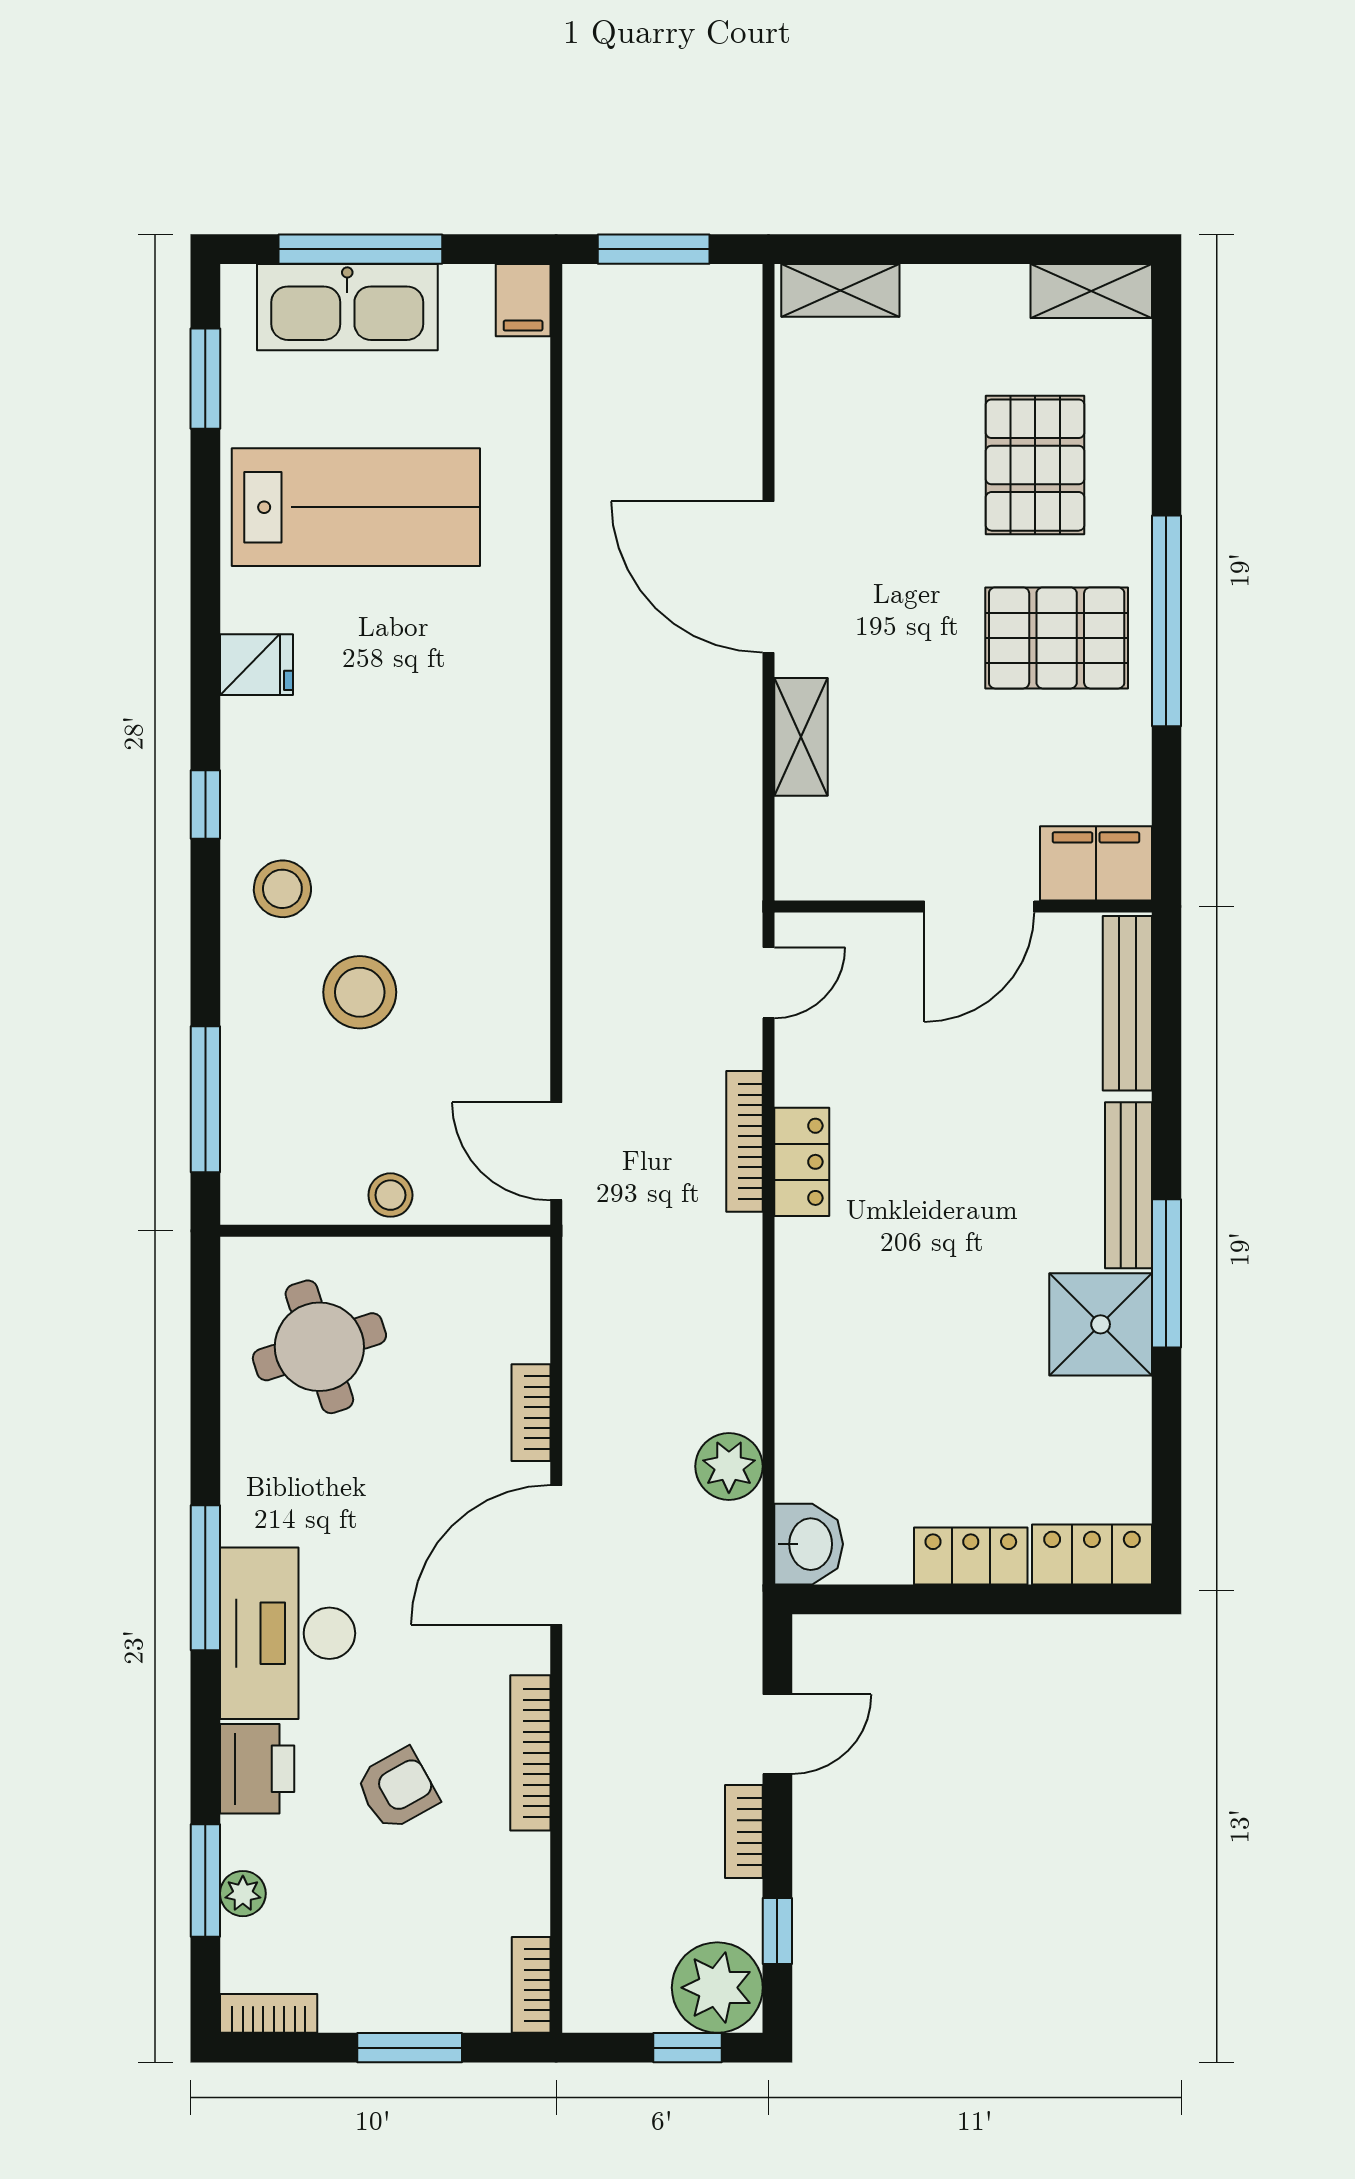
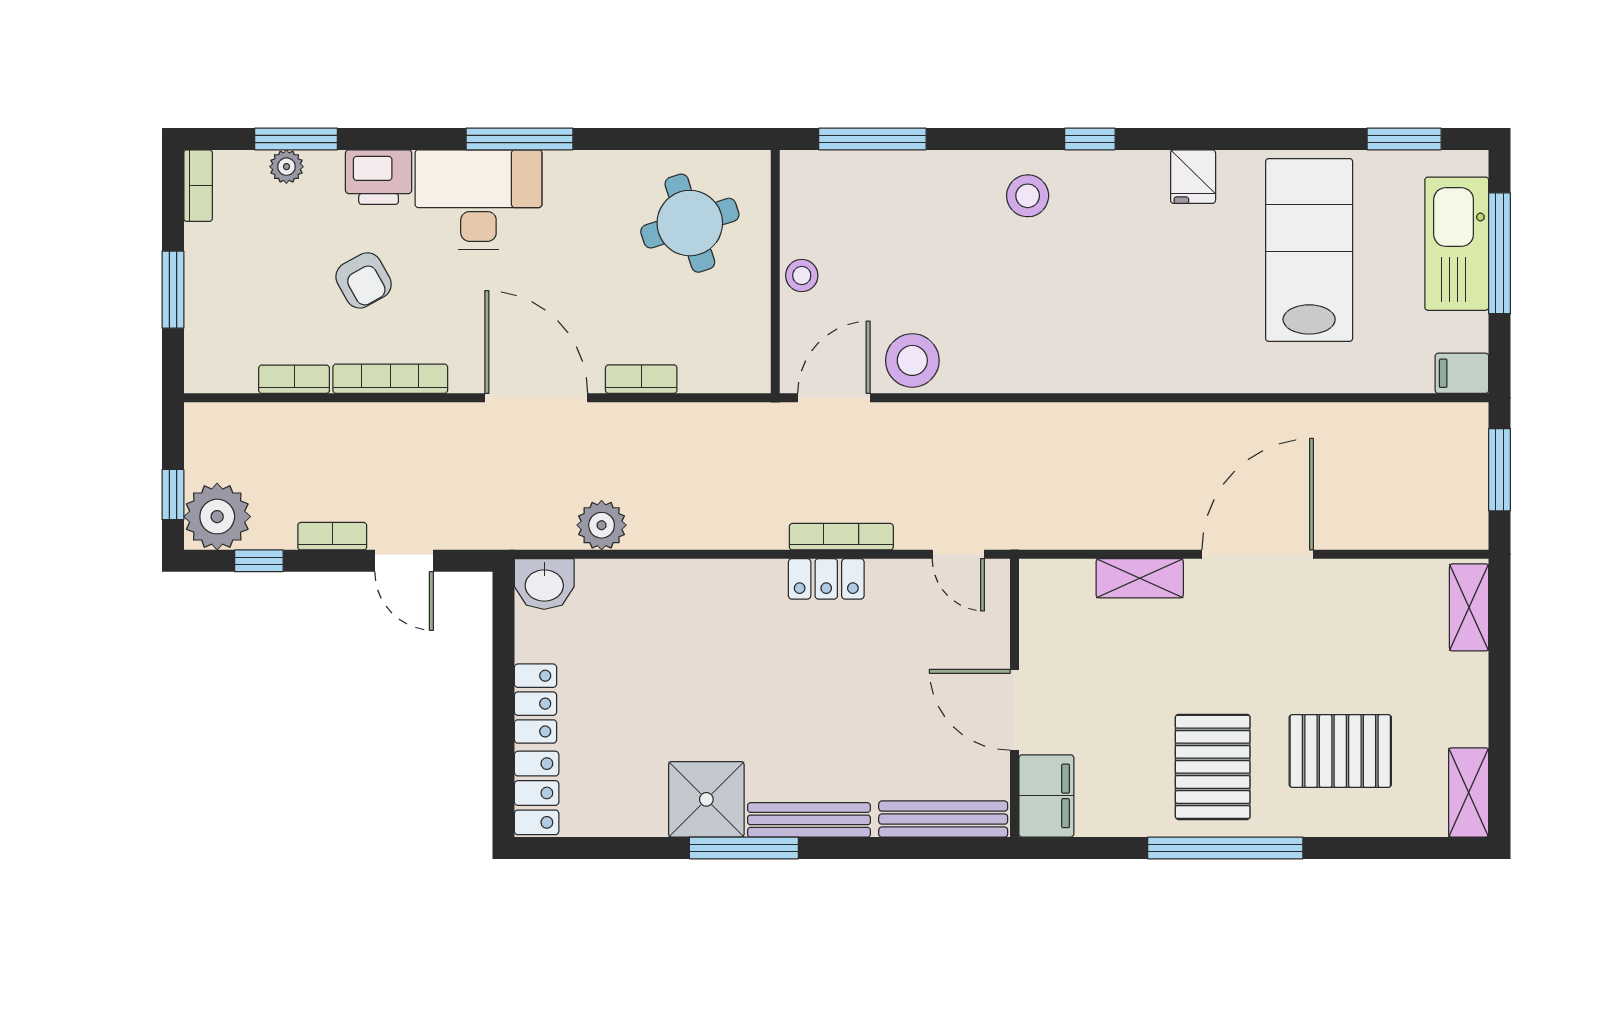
lab bench: (356, 507) -> (1309, 250), turned 180
stool: (360, 992) -> (912, 360), moved
bookcase: (531, 1985) -> (294, 379), moved

